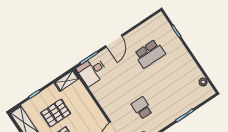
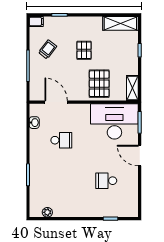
school desk: (150, 54) -> (106, 181), width x0.54
desk: (92, 71) -> (114, 121), width x1.87, depth x1.30
pallet: (56, 113) -> (99, 84), moved

